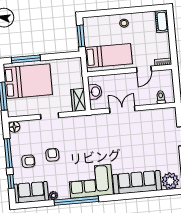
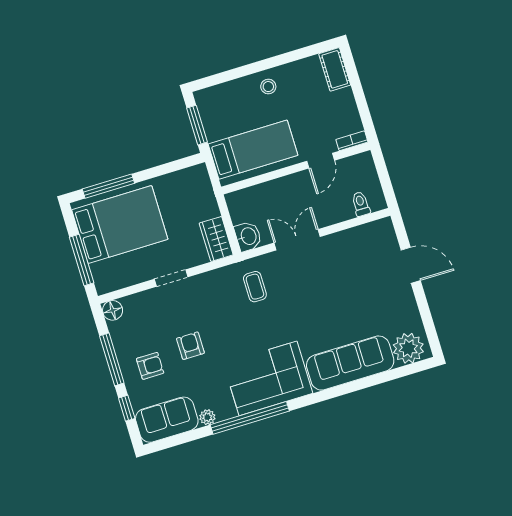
washbasin: (95, 92) -> (248, 236), moved
coffee table: (94, 130) -> (255, 287), added

